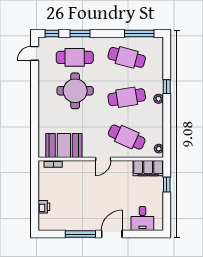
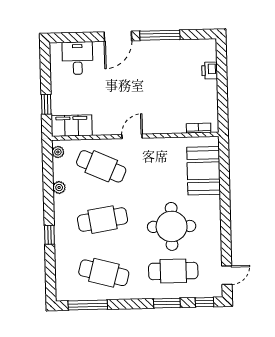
plant: (159, 99) -> (59, 187), moved
booth: (64, 145) -> (204, 171), moved, turned 90

